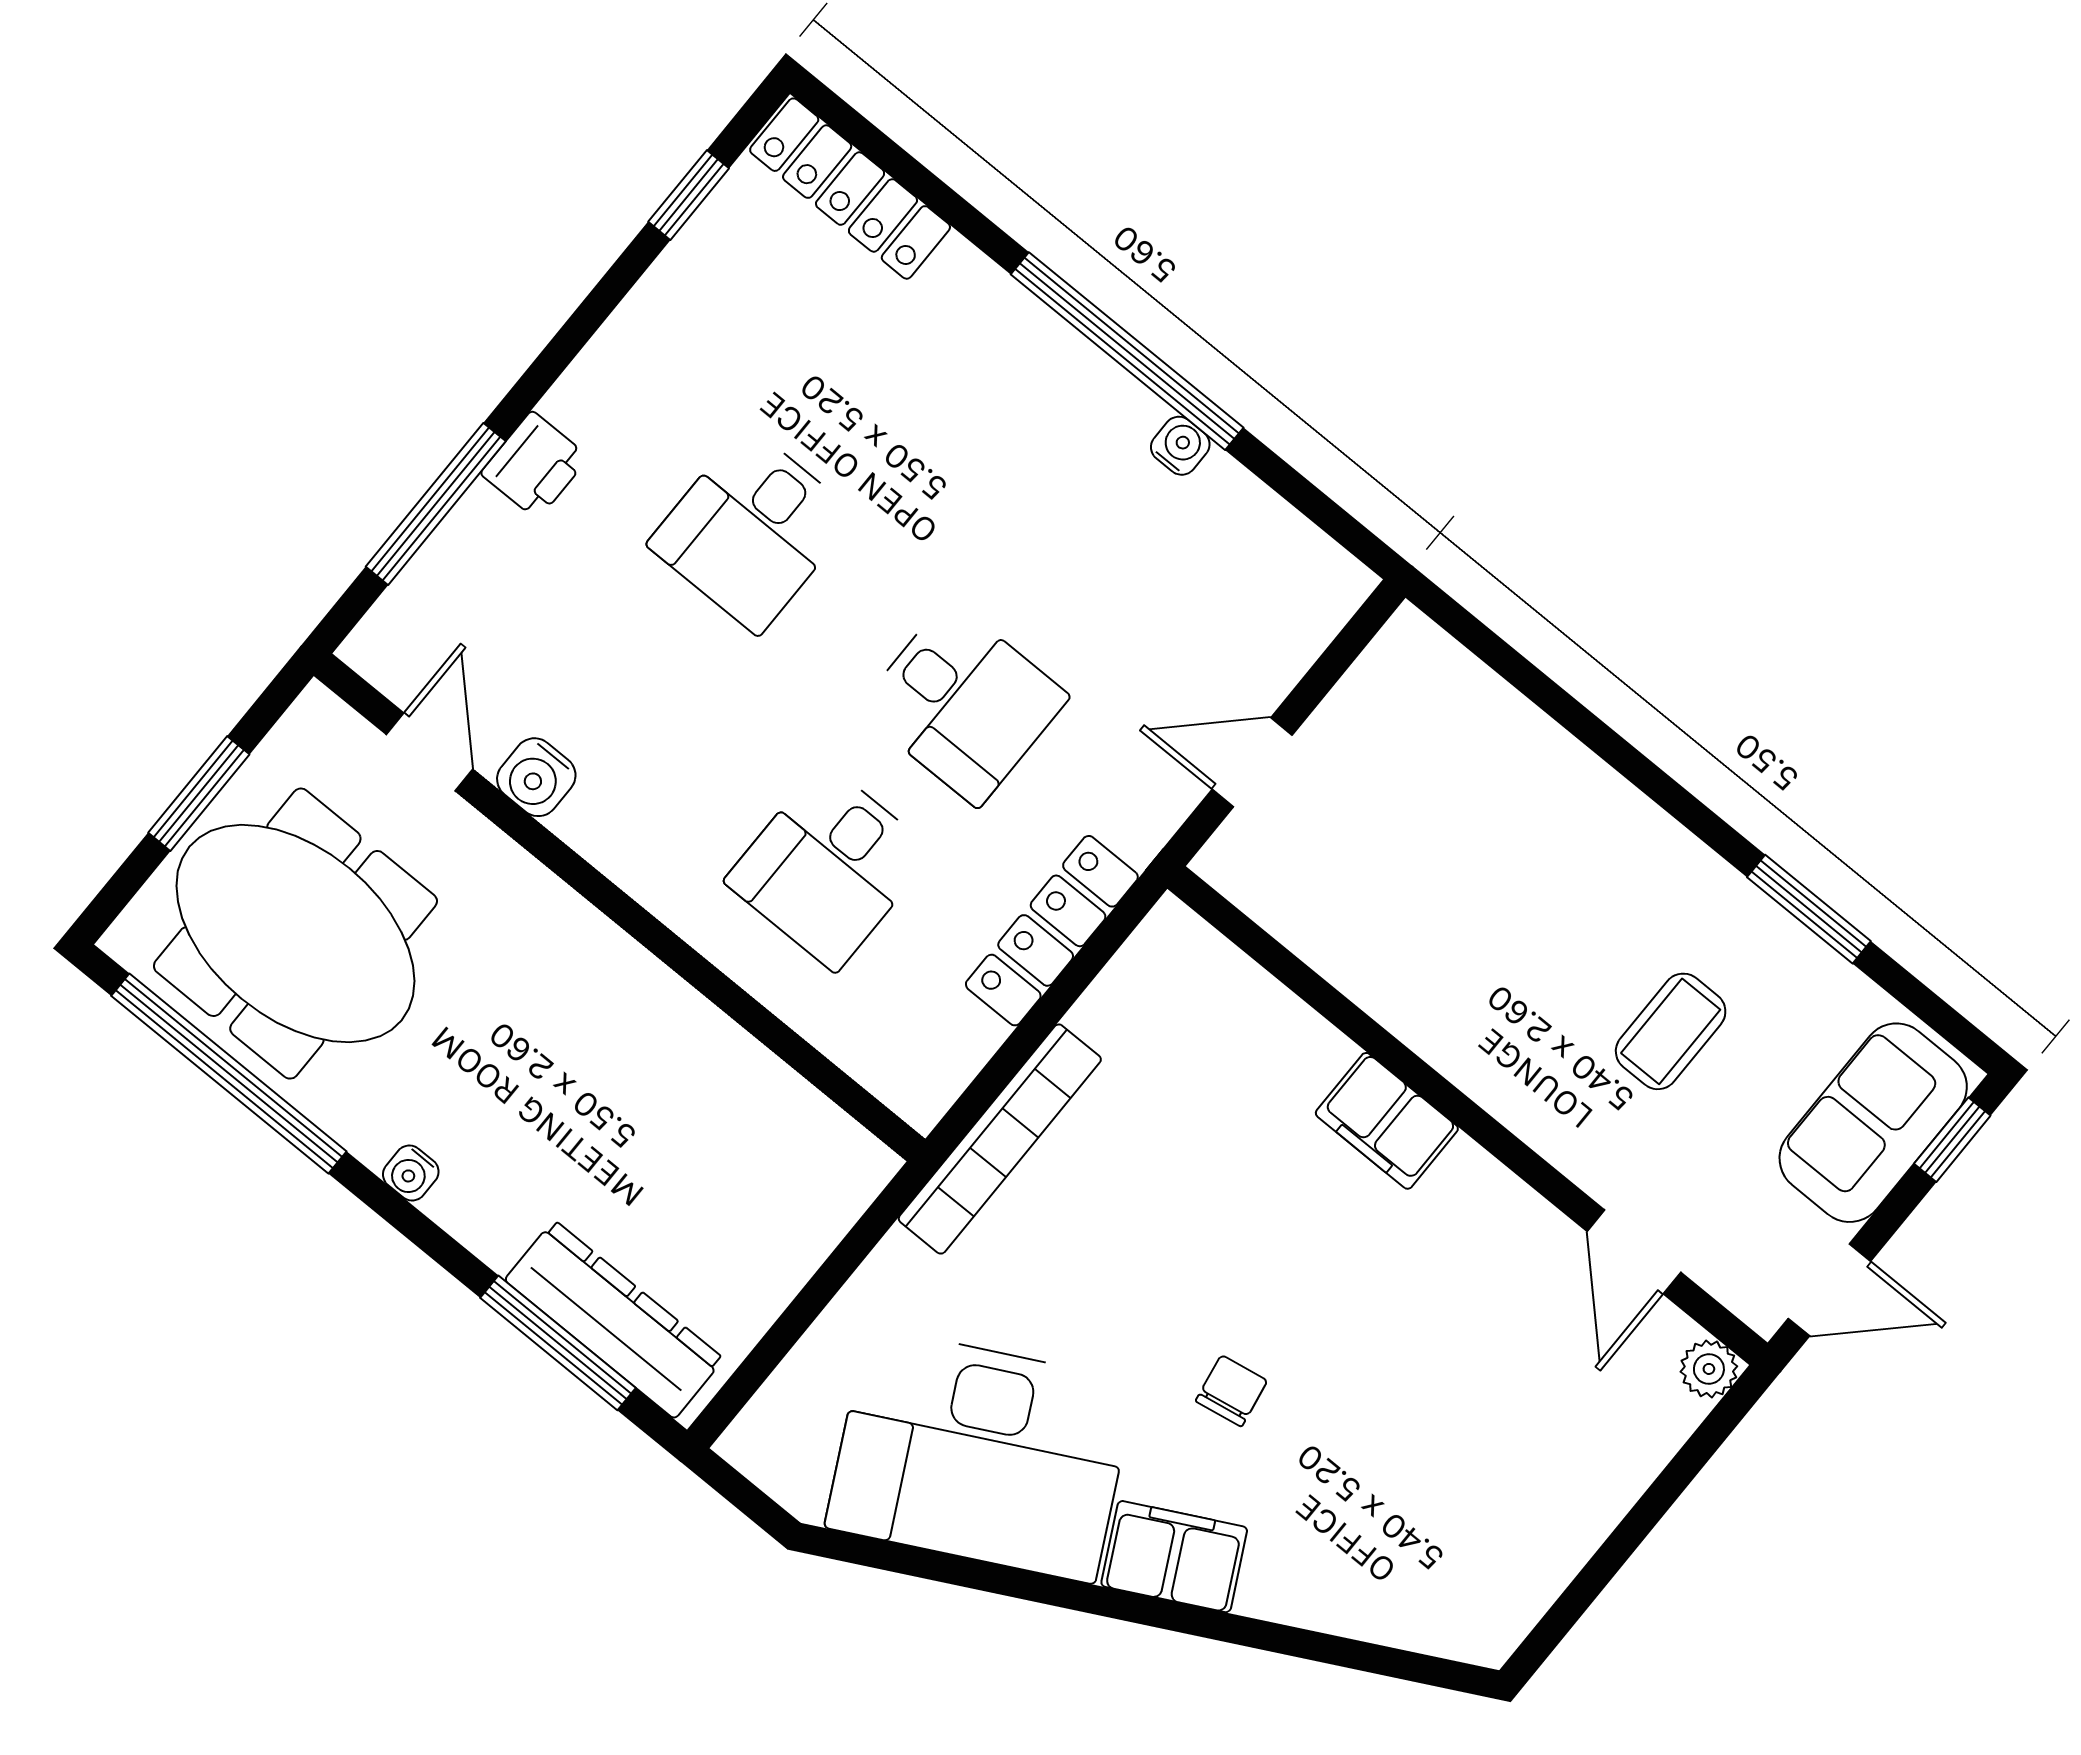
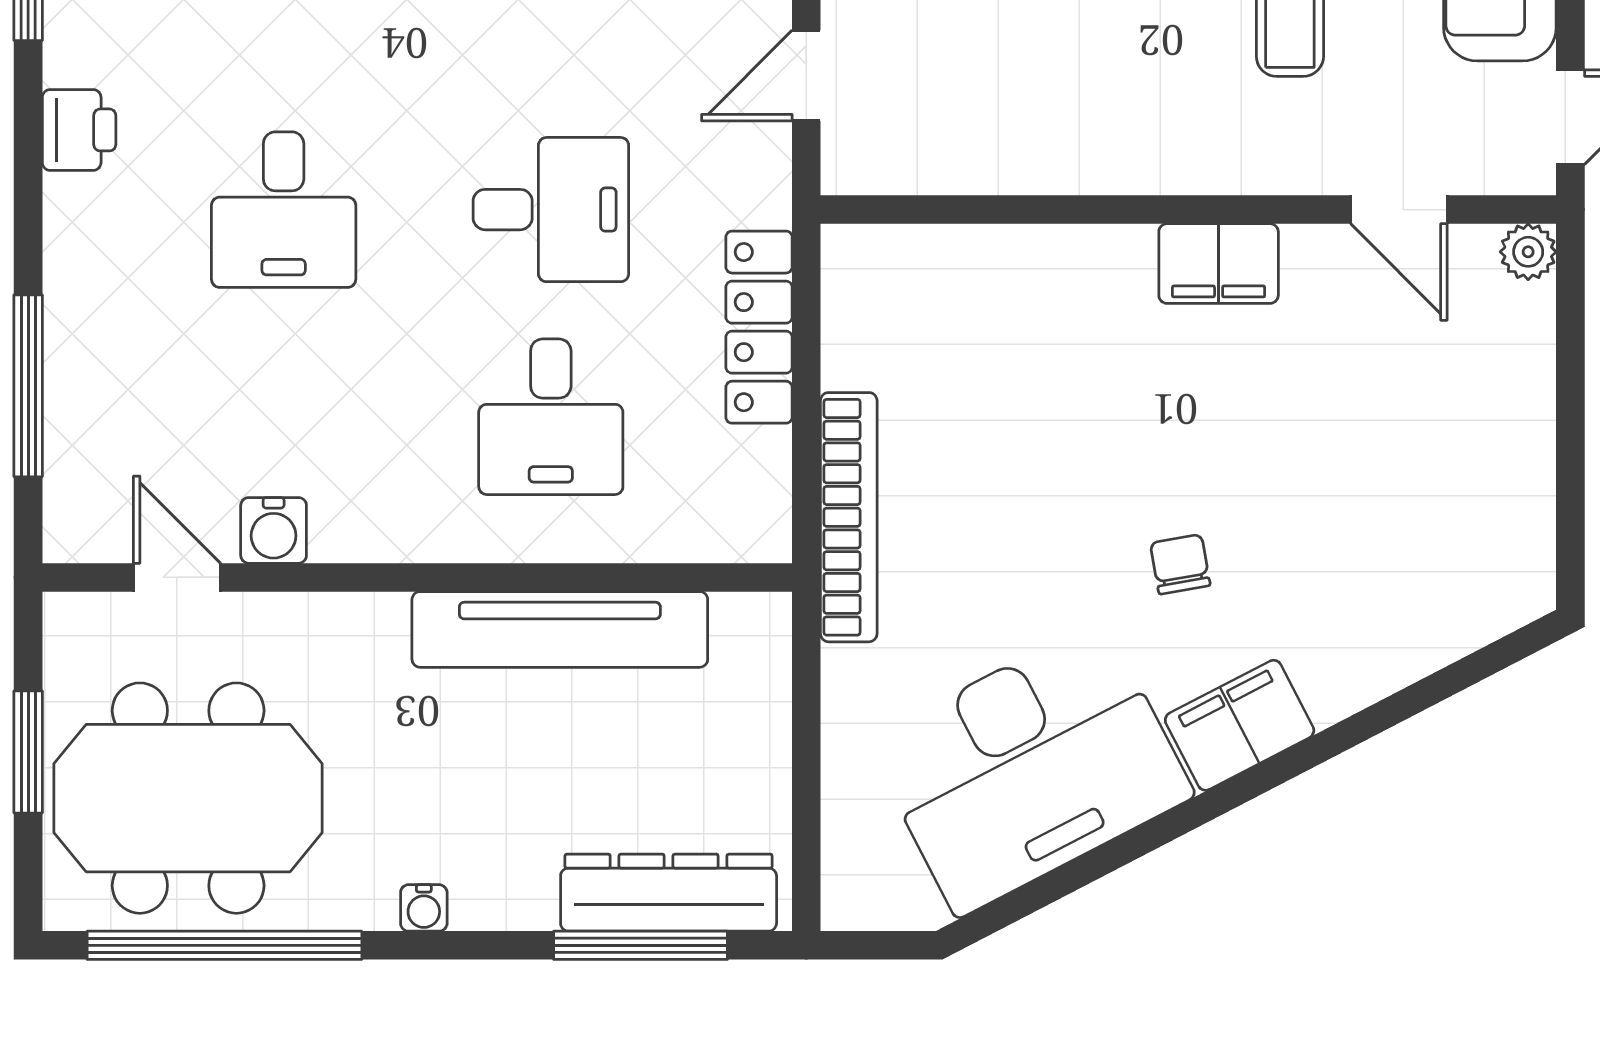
printer: (535, 465) -> (79, 130), moved
tv unit: (699, 1041) -> (560, 629), added
filing cabinet: (1387, 1121) -> (1219, 264), moved

